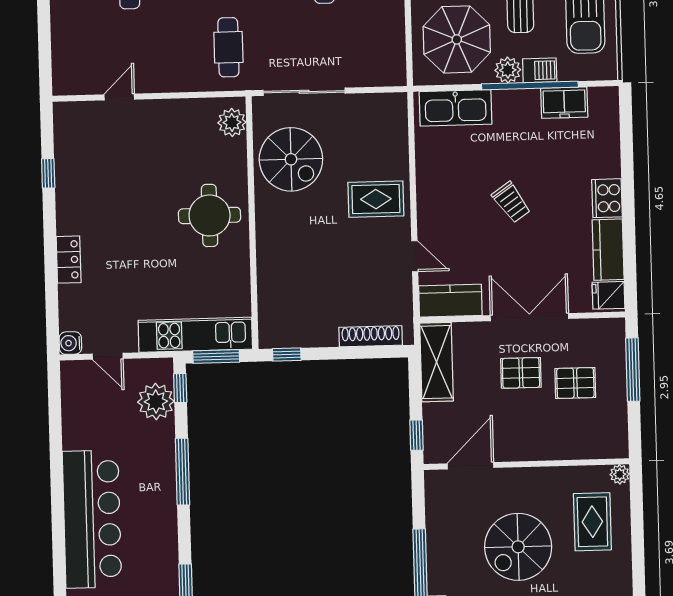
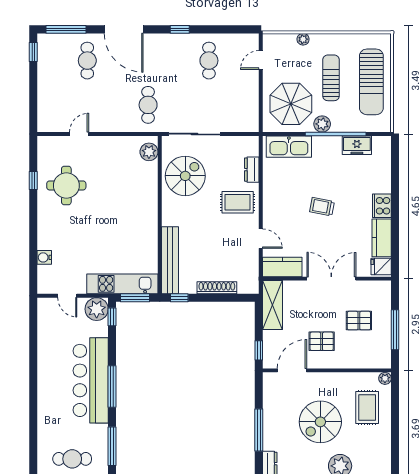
barbecue: (540, 70) -> (342, 125), removed
dresser: (397, 146) -> (252, 170), added
spiral stairs: (291, 159) -> (185, 176), turned -90
trolley: (511, 202) -> (322, 207), turned 136
round table: (210, 215) -> (66, 185), moved
locker: (69, 260) -> (45, 235), removed
bench: (270, 295) -> (170, 260), added
shoe rack: (371, 336) -> (217, 288), moved
water cooler: (70, 343) -> (44, 257), moved
window: (633, 370) -> (395, 330), moved
pallet: (521, 373) -> (322, 341), moved
plant: (156, 402) -> (97, 309), moved
window: (182, 472) -> (112, 387), moved
bar counter: (92, 519) -> (91, 380), moved, turned 180

